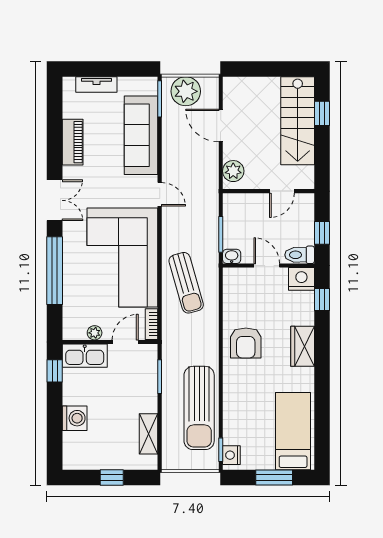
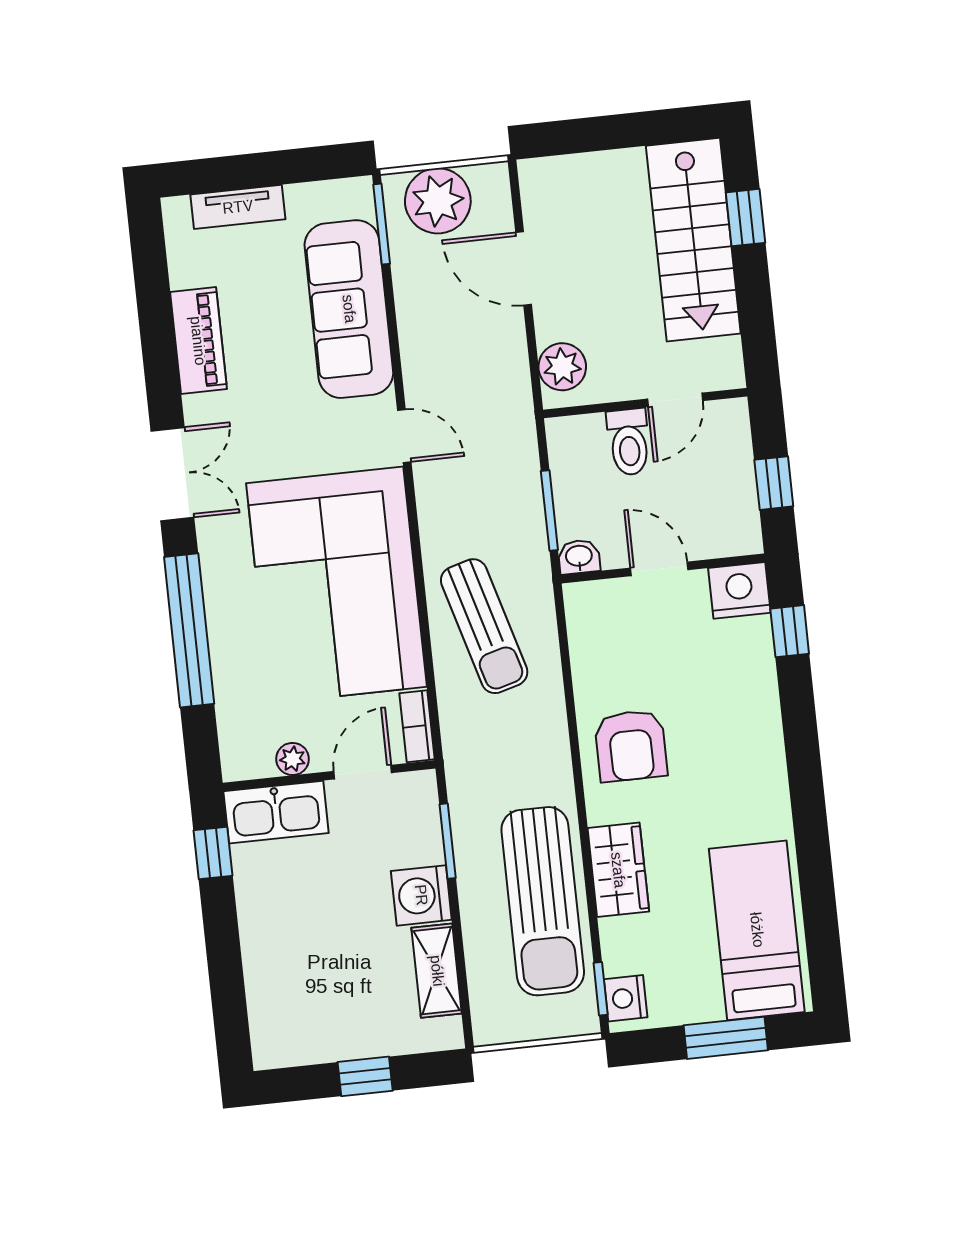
toilet: (300, 255) -> (629, 442), moved, turned -90
wardrobe: (303, 346) -> (618, 870), moved, turned 180
washing machine: (75, 418) -> (421, 895), moved, turned 180

